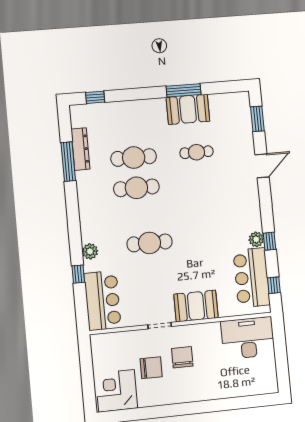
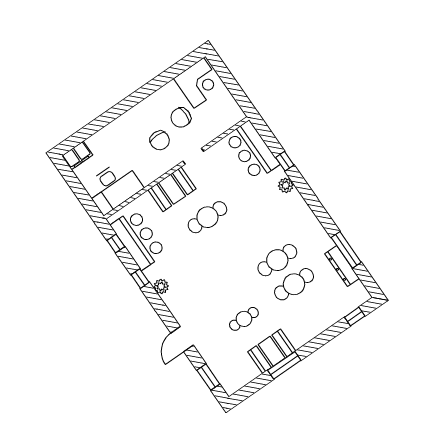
plant: (256, 239) -> (161, 286), moved
cafe table: (150, 243) -> (207, 217), moved
filing cabinet: (265, 385) -> (77, 155), added

